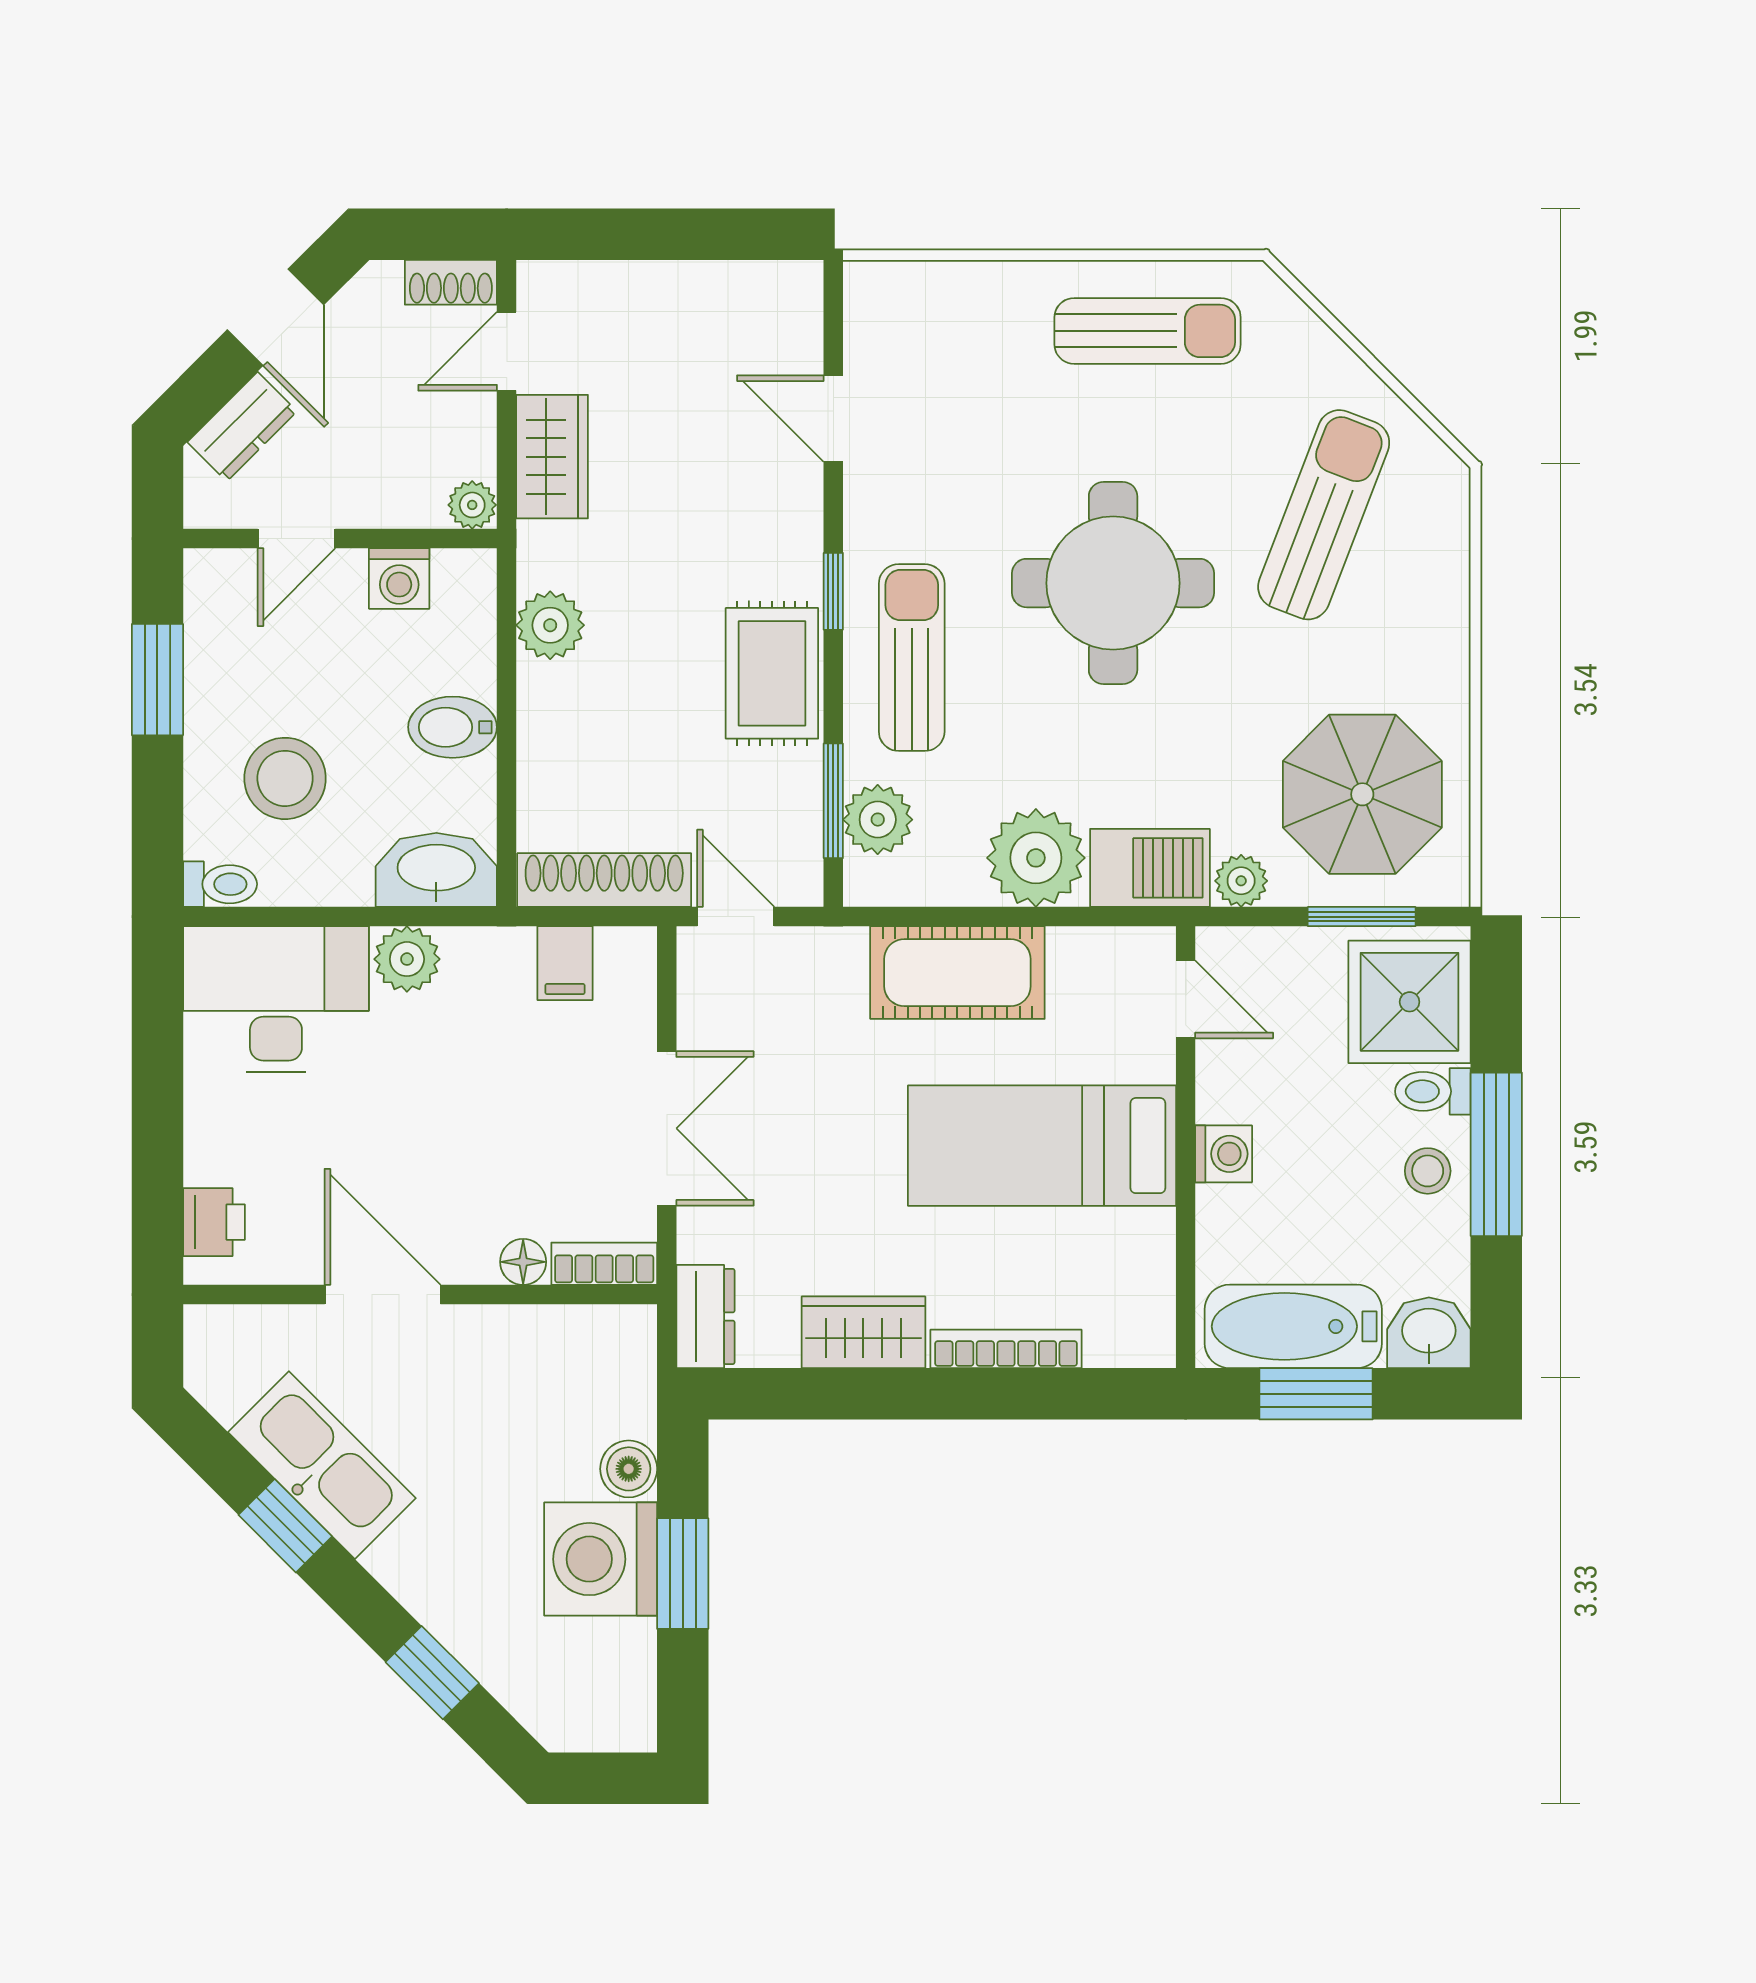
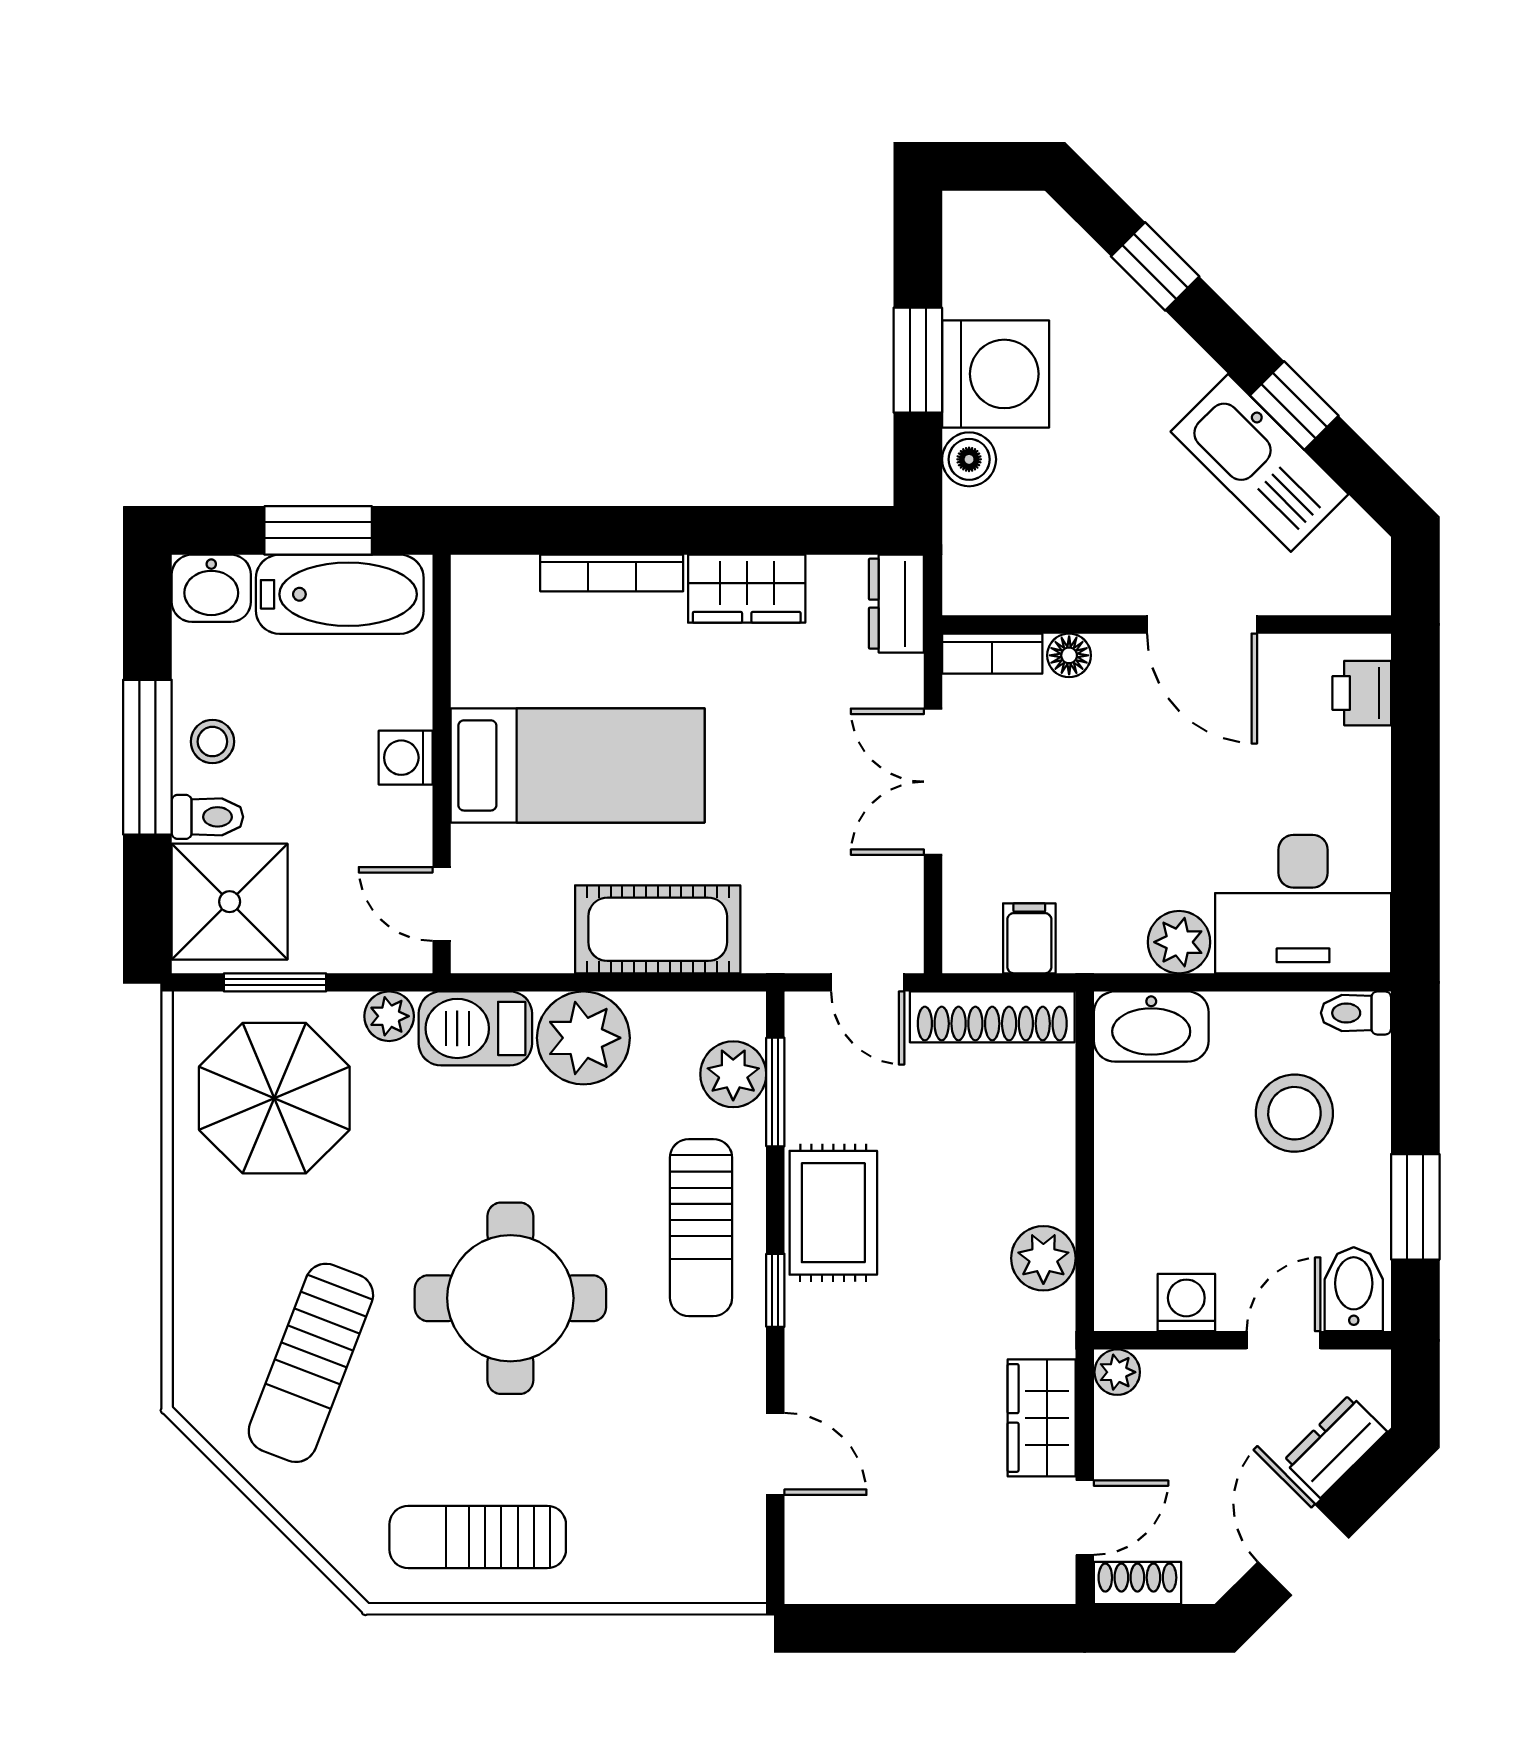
bidet: (453, 727) -> (1354, 1289), moved, turned -90

